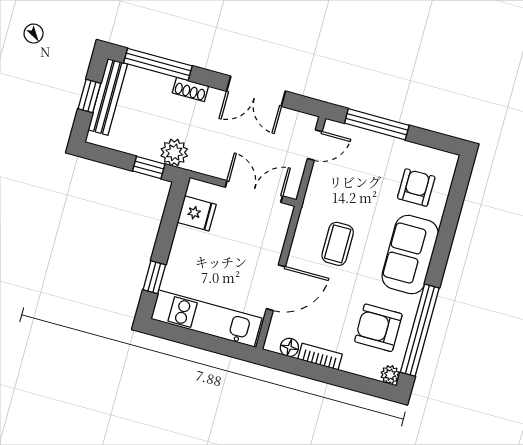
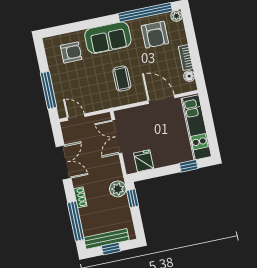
armchair: (416, 187) -> (71, 52), turned 180
coffee table: (338, 244) -> (122, 79), turned 90

